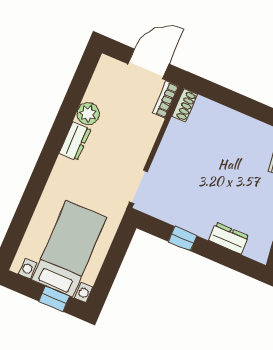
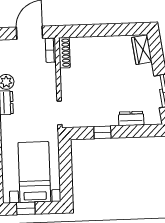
shoe rack: (184, 105) -> (64, 53), width x1.43
window: (54, 299) -> (26, 208), moved

